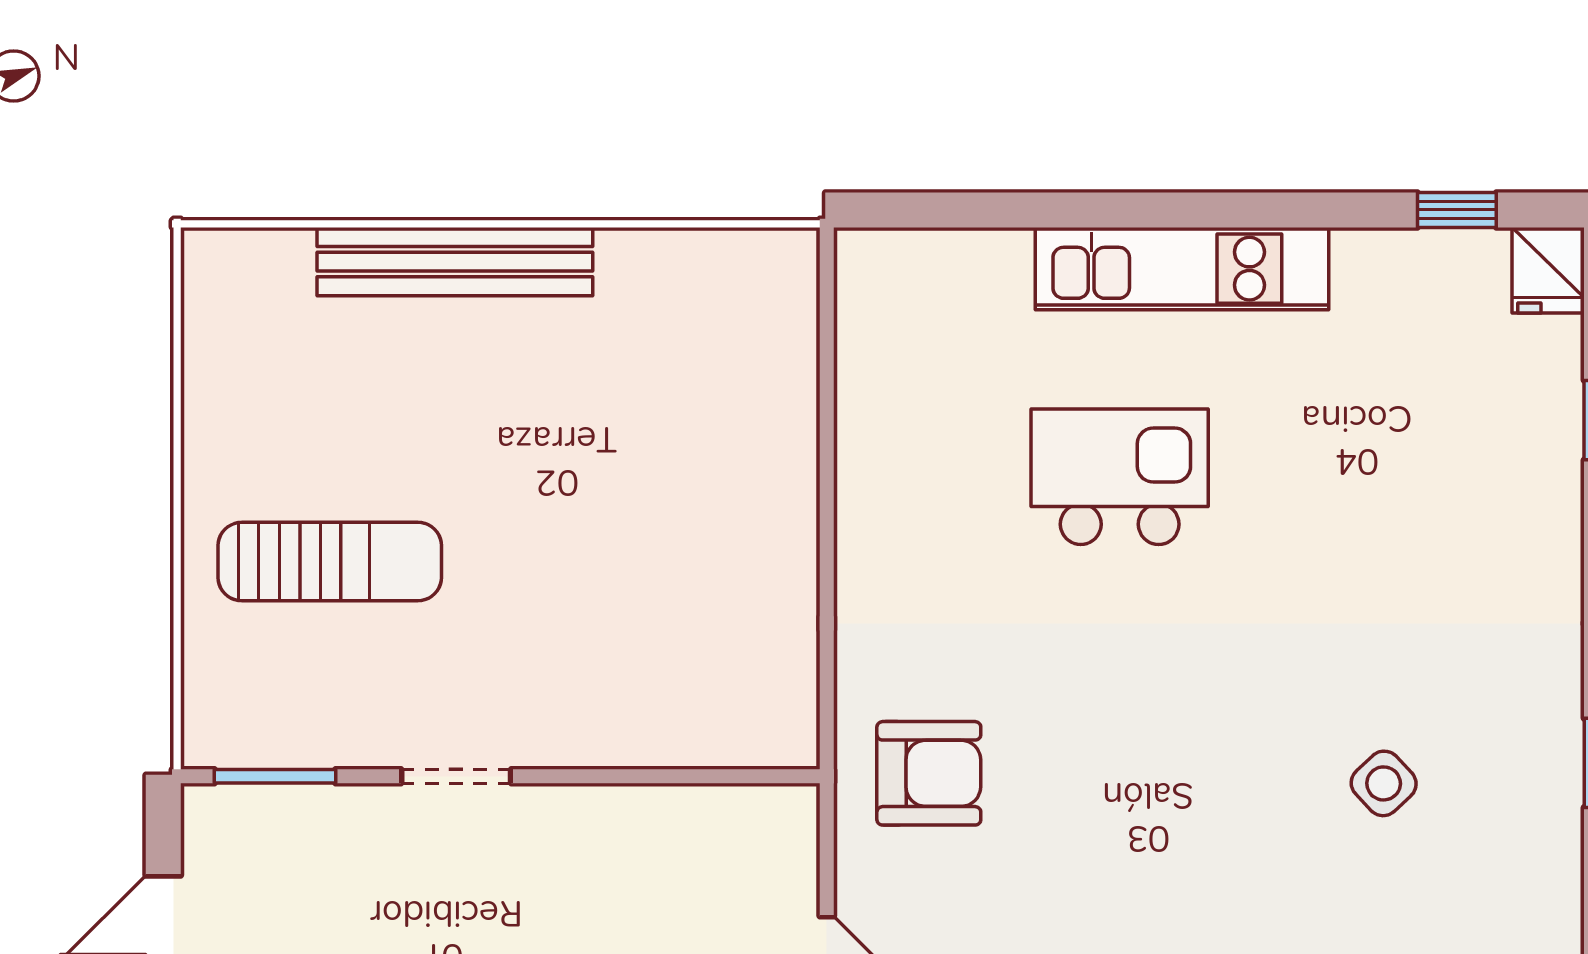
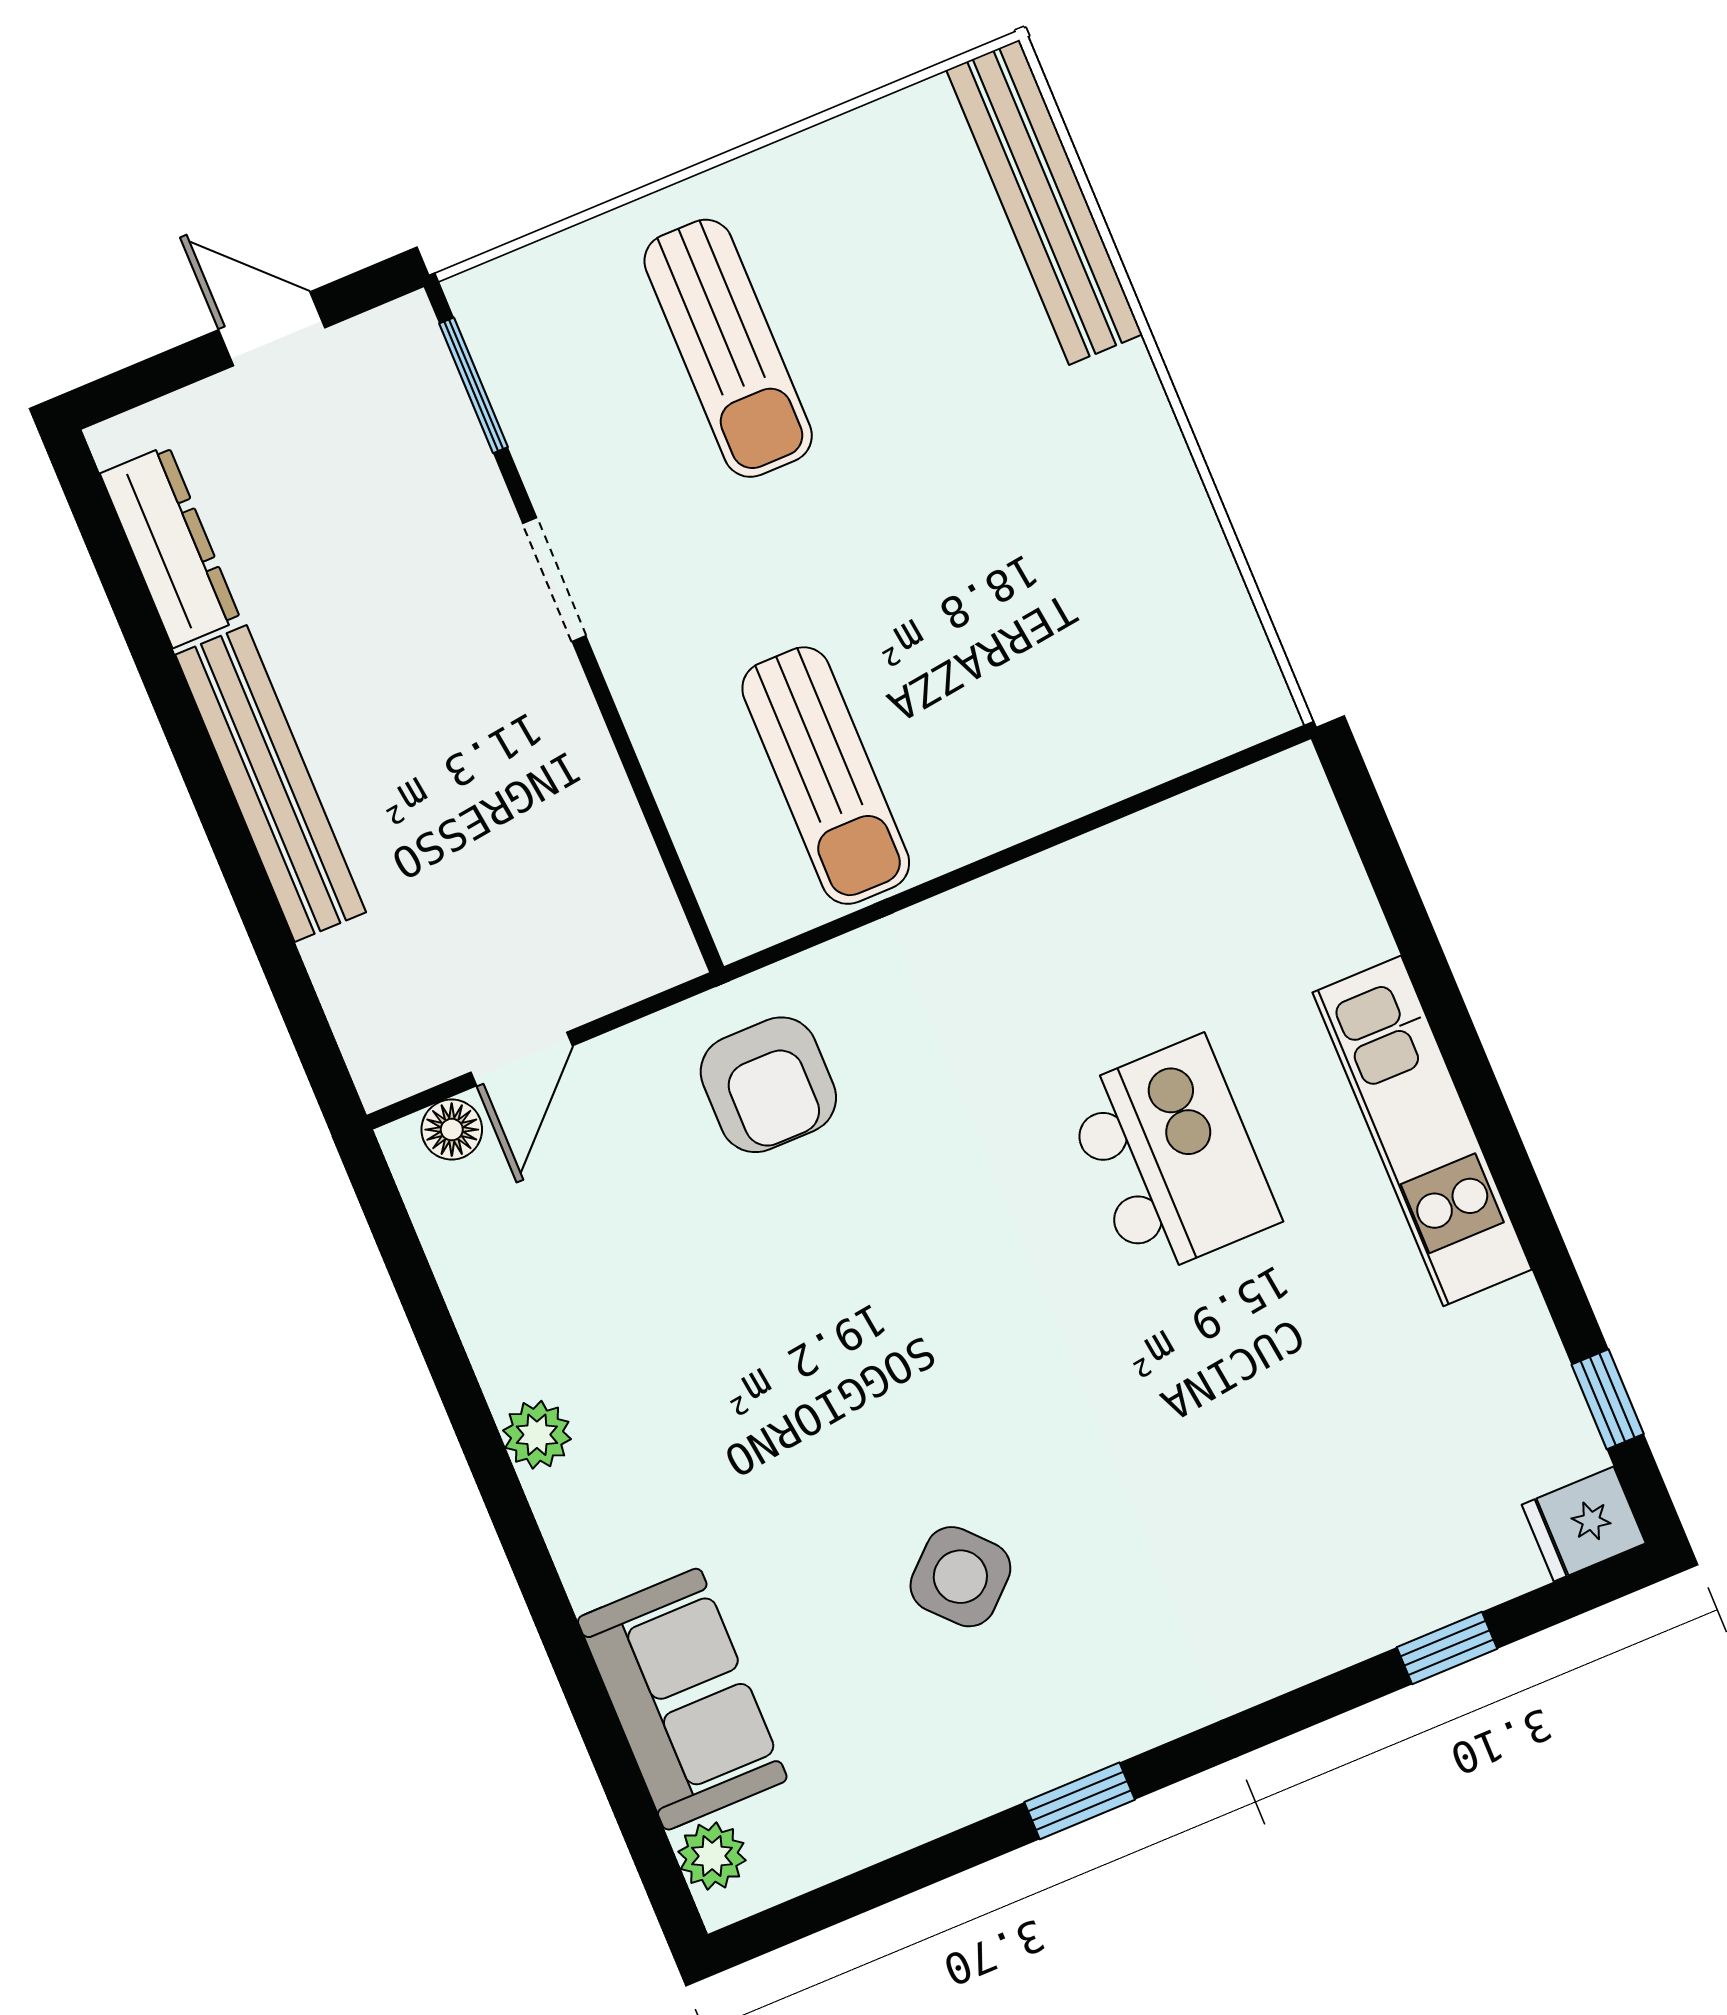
bench: (455, 262) -> (1044, 202), moved
sun lounger: (702, 625) -> (826, 776), added
side table: (1384, 783) -> (960, 1577), width x1.37, depth x1.37

